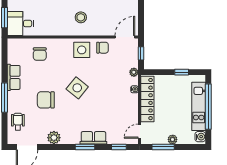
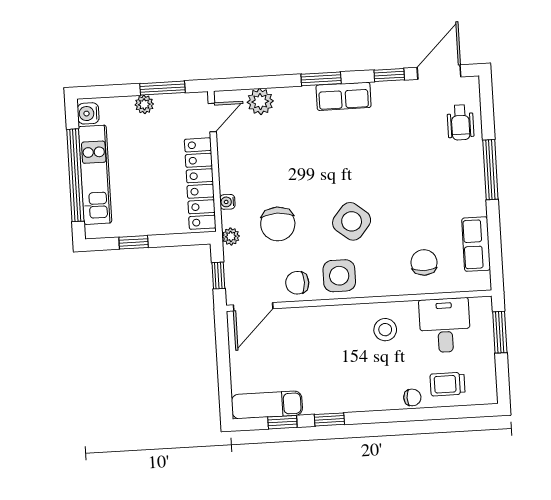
stool: (81, 17) -> (385, 330), moved
desk: (20, 24) -> (445, 325), moved, turned -90
row of seats: (14, 77) -> (476, 244), moved
side table: (77, 88) -> (352, 221), moved
chair: (46, 100) -> (278, 224), moved, turned 90
plant: (54, 138) -> (260, 102), moved
row of seats: (93, 138) -> (344, 96), moved
window: (119, 147) -> (389, 75), moved

